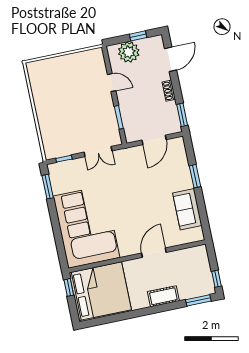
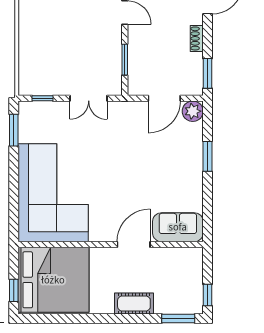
plant: (177, 145) -> (193, 111), added
sofa: (187, 209) -> (178, 227), moved, turned 90
window: (69, 287) -> (14, 290), moved

